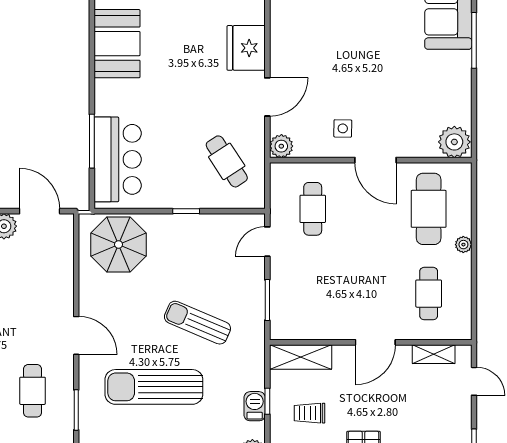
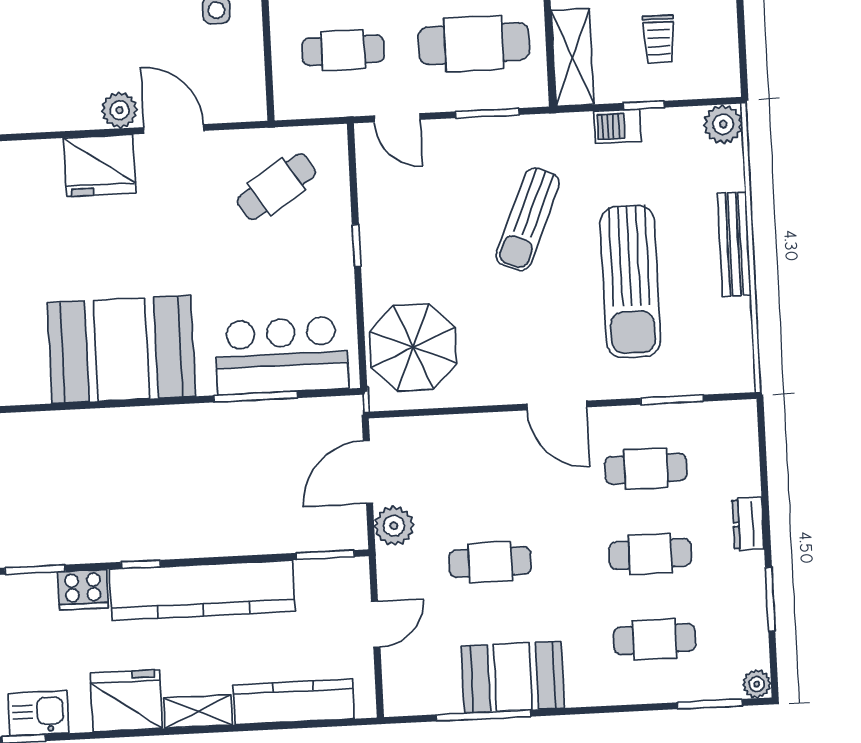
booth: (117, 44) -> (121, 350), width x1.36, depth x1.42
plant: (281, 146) -> (120, 110), moved
cafe table: (313, 294) -> (474, 44), added
door: (76, 335) -> (557, 406), swing flipped
barbecue: (255, 406) -> (618, 126), moved

